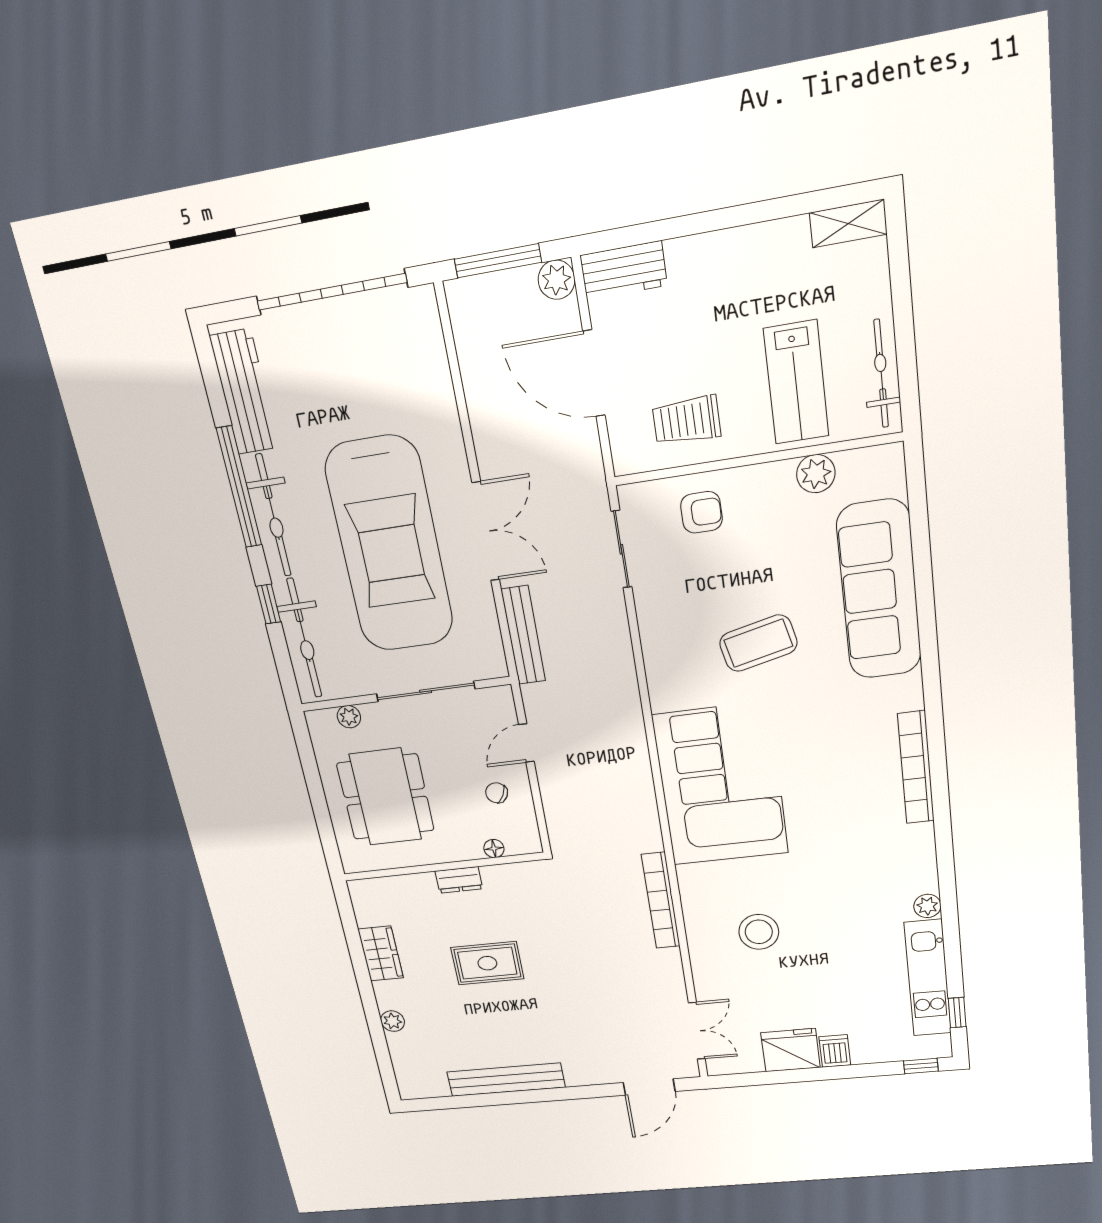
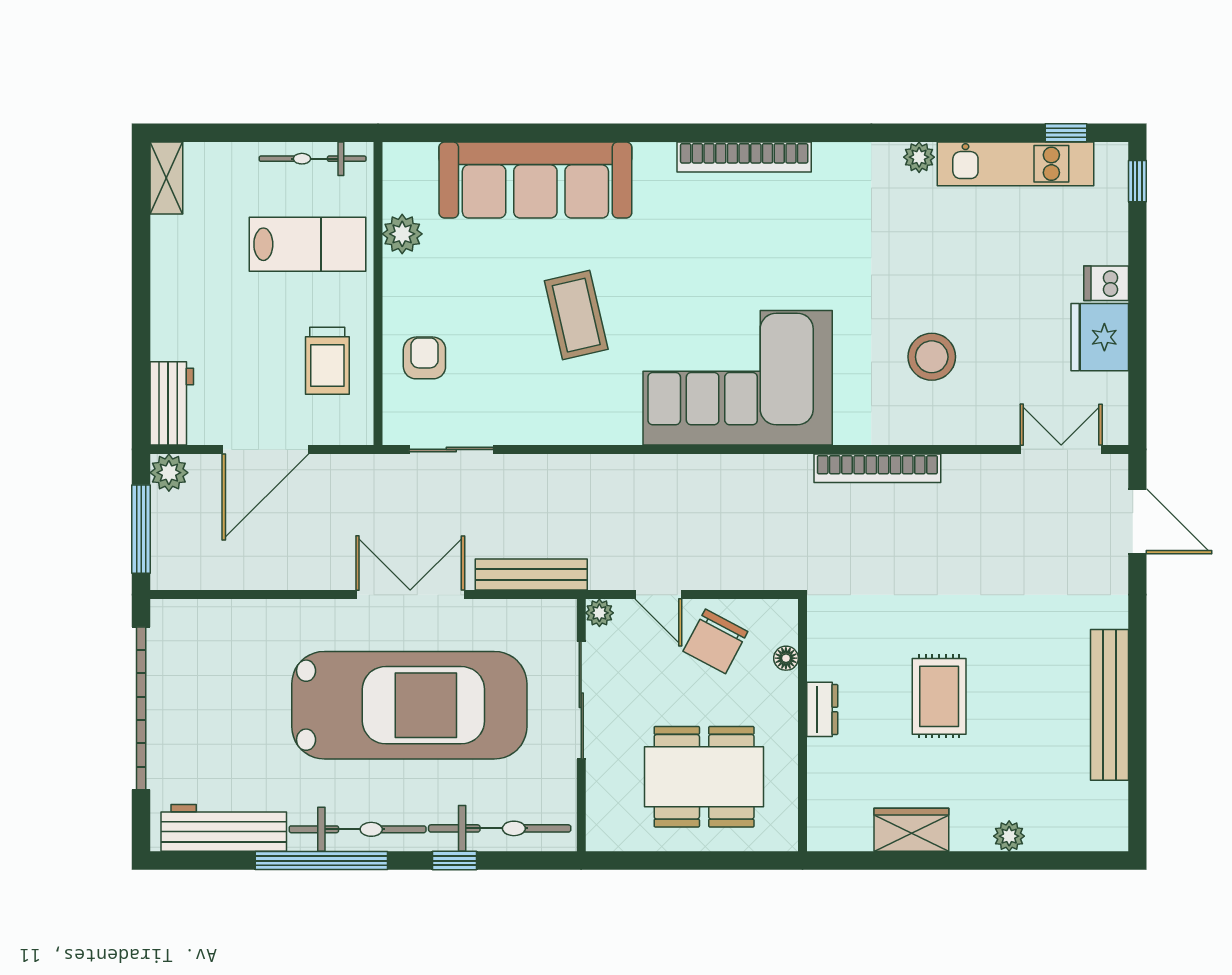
plant: (349, 717) -> (599, 613), moved
chair: (497, 793) -> (715, 641), width x1.87, depth x1.87

